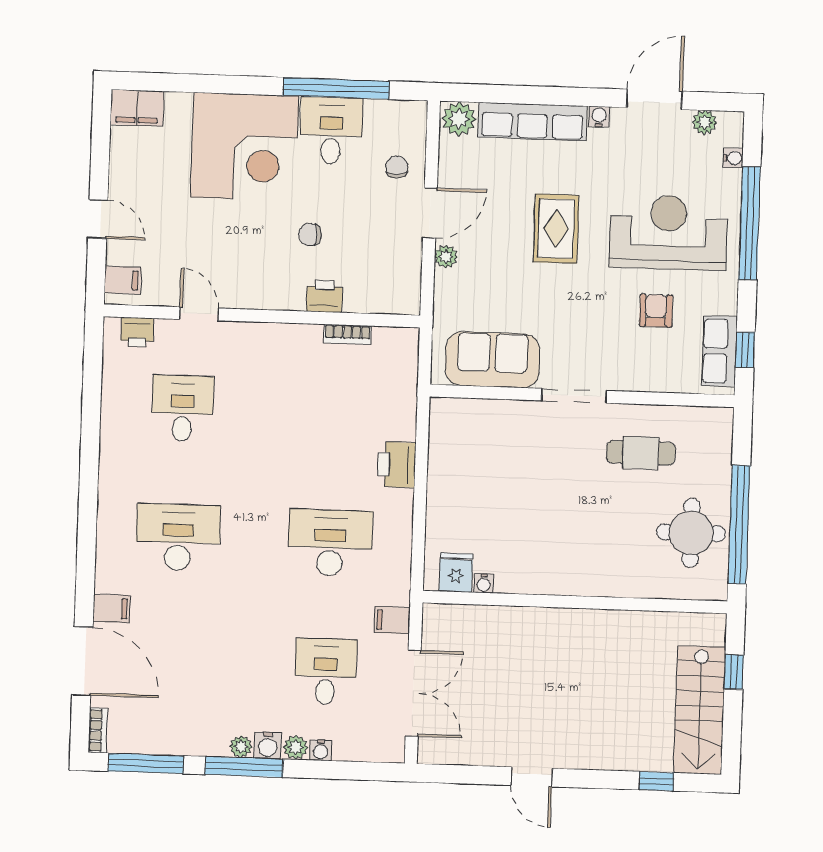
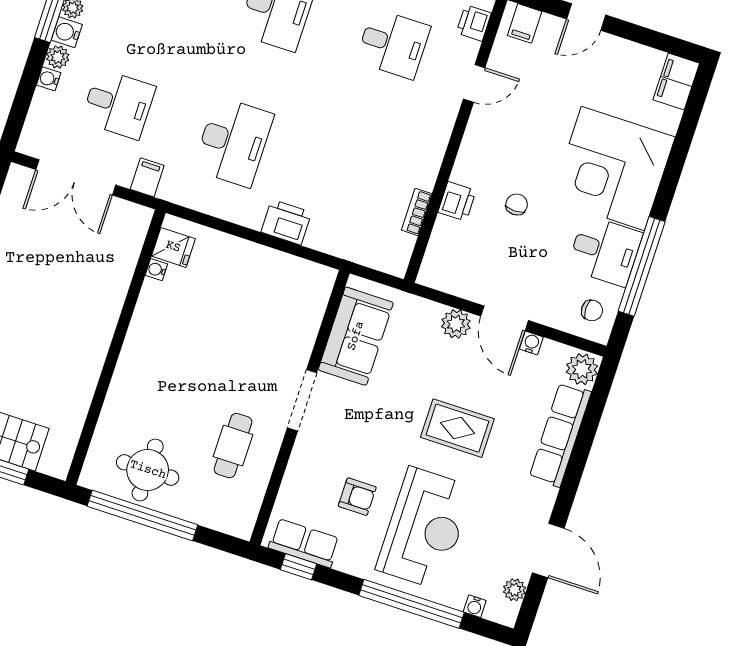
water cooler: (599, 117) -> (531, 343), moved, turned -90
chair: (397, 167) -> (592, 310), moved
plant: (446, 257) -> (456, 324), width x1.38, depth x1.38

